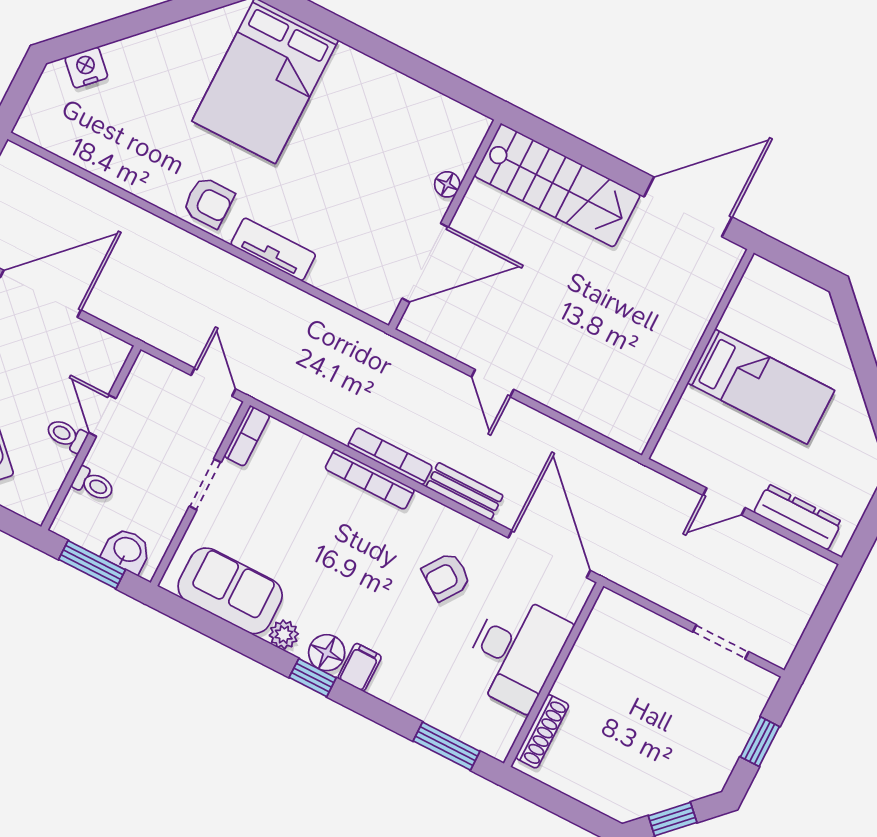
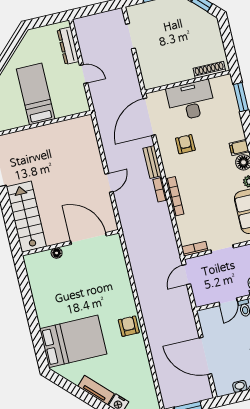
tv unit: (273, 249) -> (96, 390), moved, turned 135
bookcase: (390, 456) -> (160, 190), width x0.64
armchair: (446, 577) -> (185, 144), turned -125

